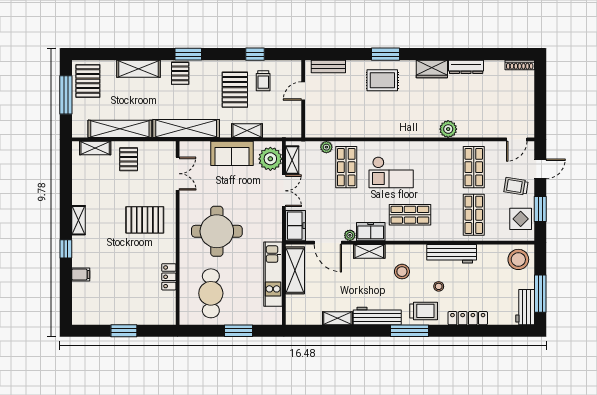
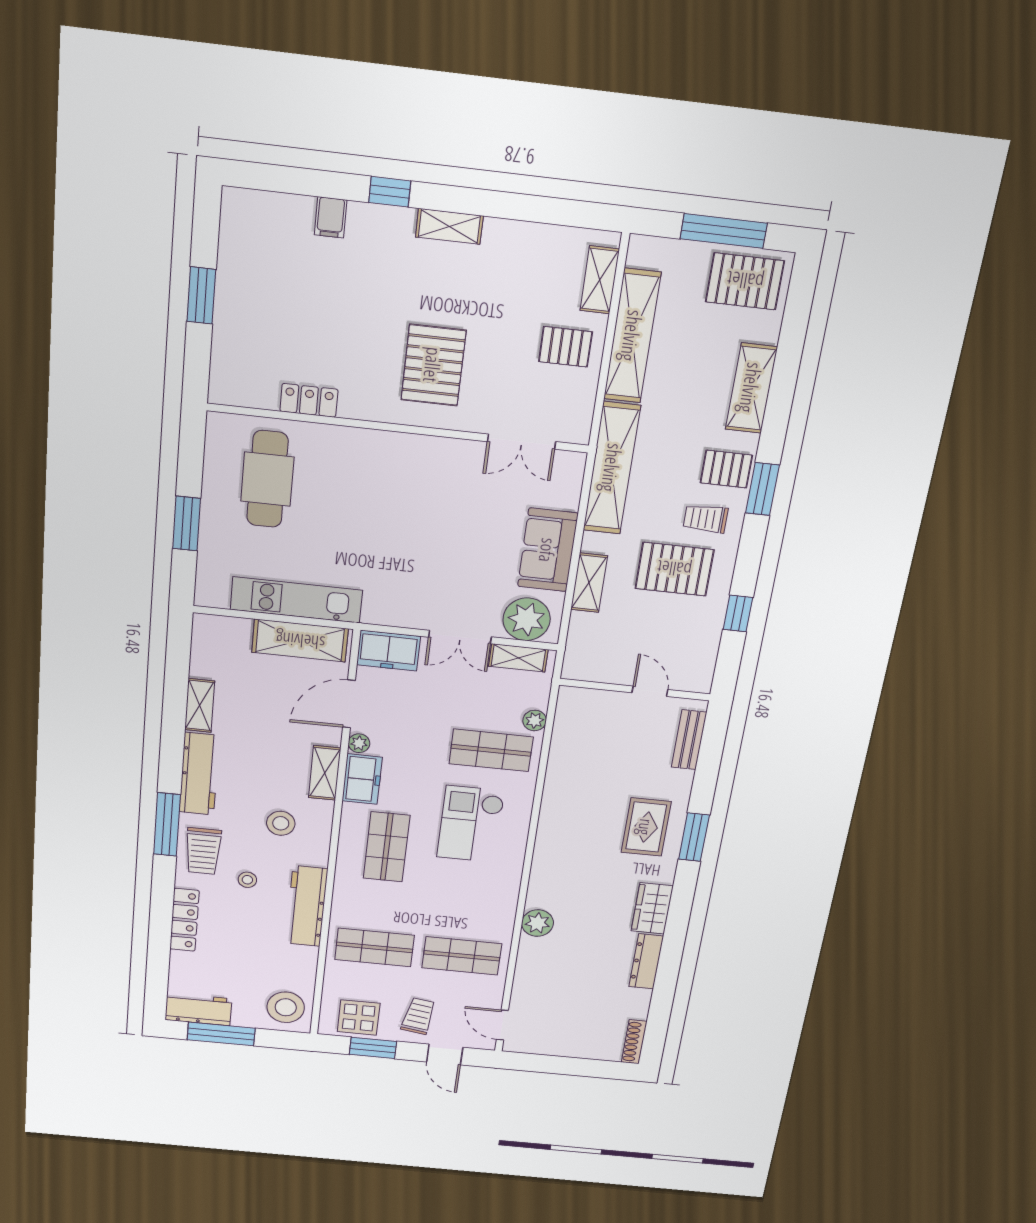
trolley: (263, 81) -> (706, 519), moved
round table: (217, 231) -> (394, 504), removed
cafe table: (211, 293) -> (267, 479), turned 90

